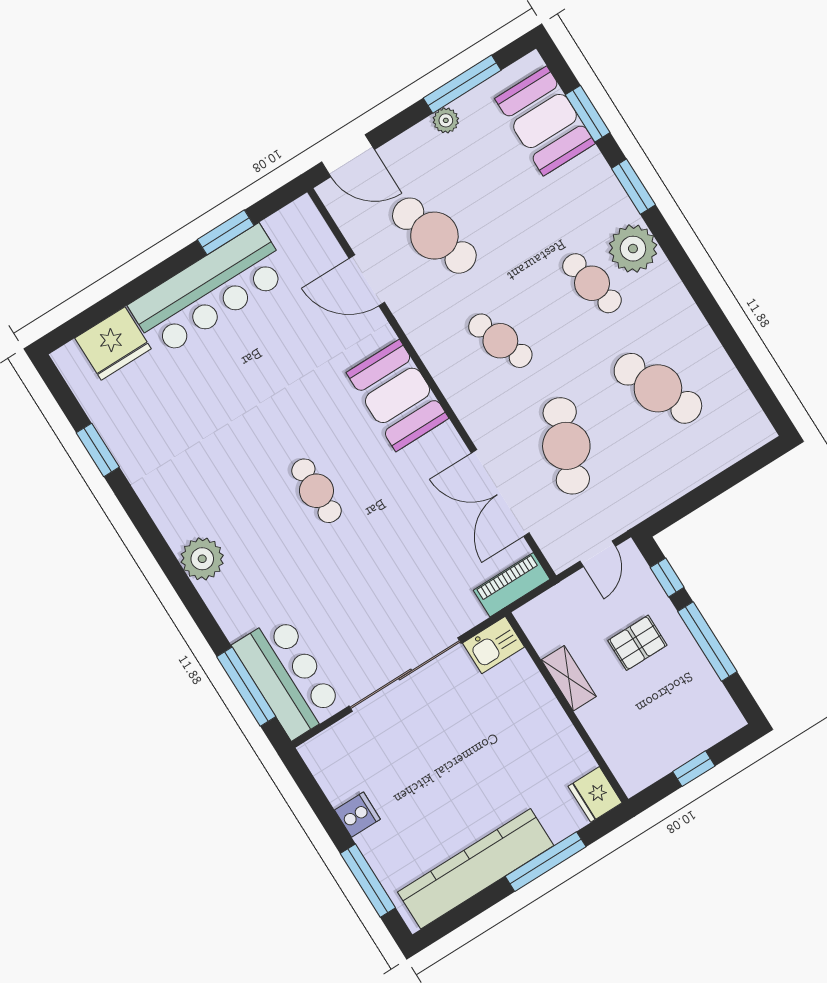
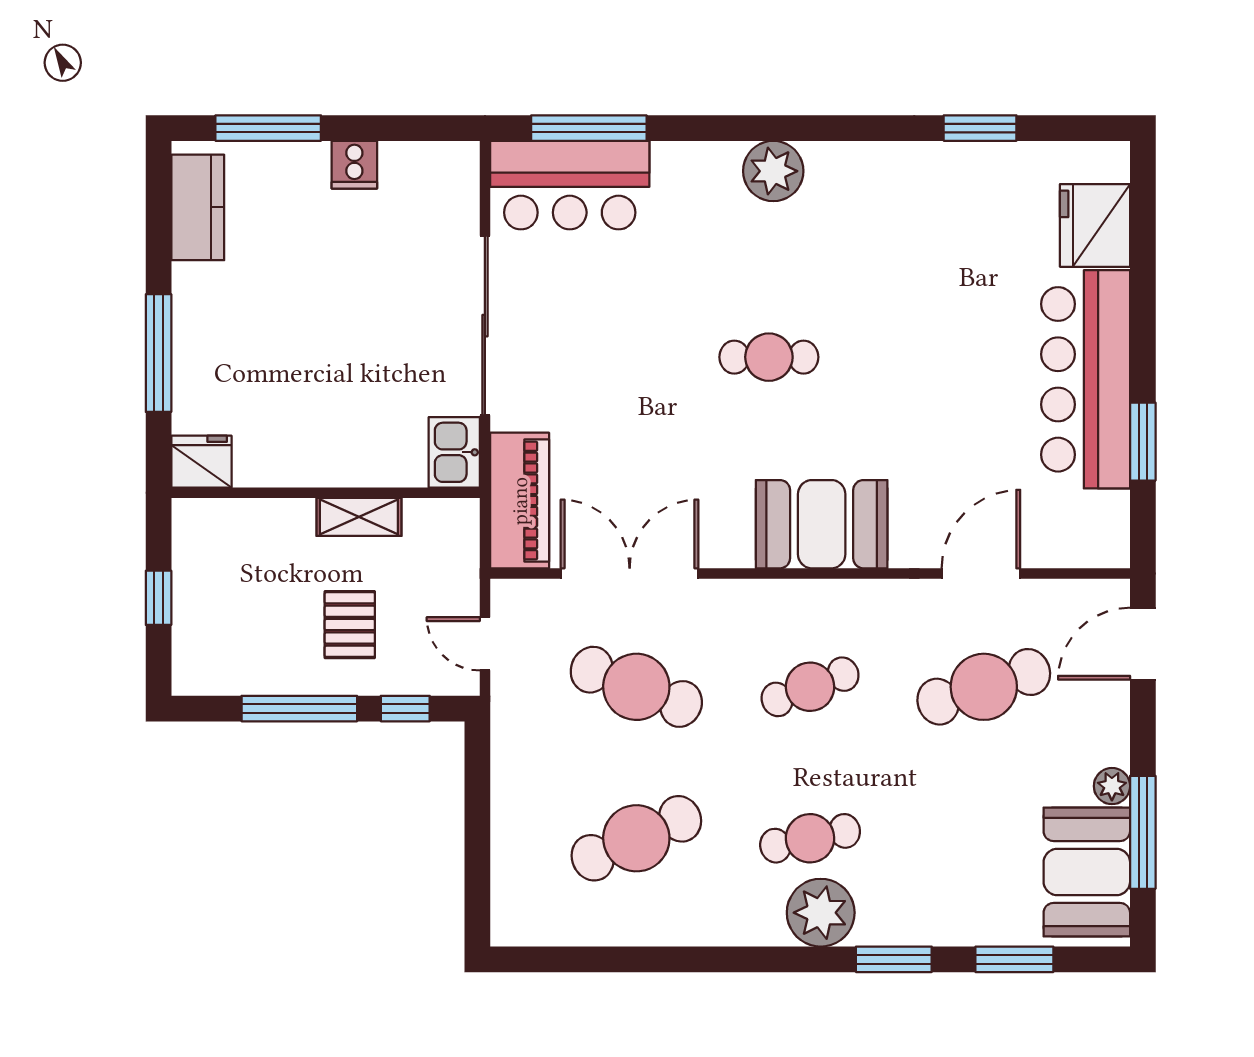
booth: (545, 121) -> (1087, 872), moved, turned 90
piano: (512, 585) -> (520, 501), width x1.37, depth x1.33
kitchen counter: (476, 869) -> (198, 207), width x0.48, depth x0.86

